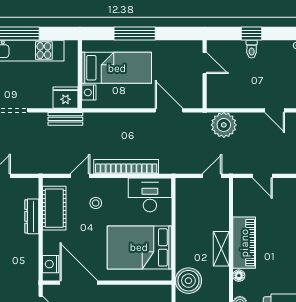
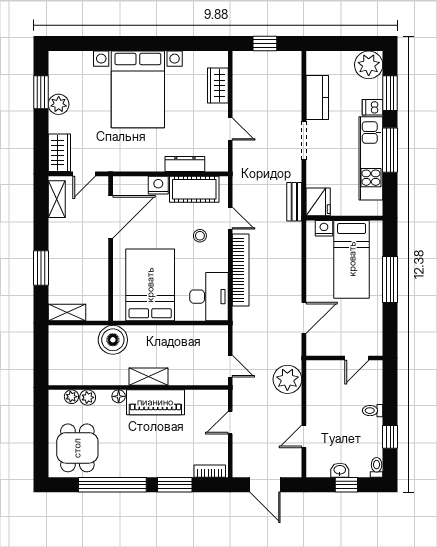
window: (251, 33) -> (390, 437), moved
nightstand: (51, 264) -> (158, 185), moved

